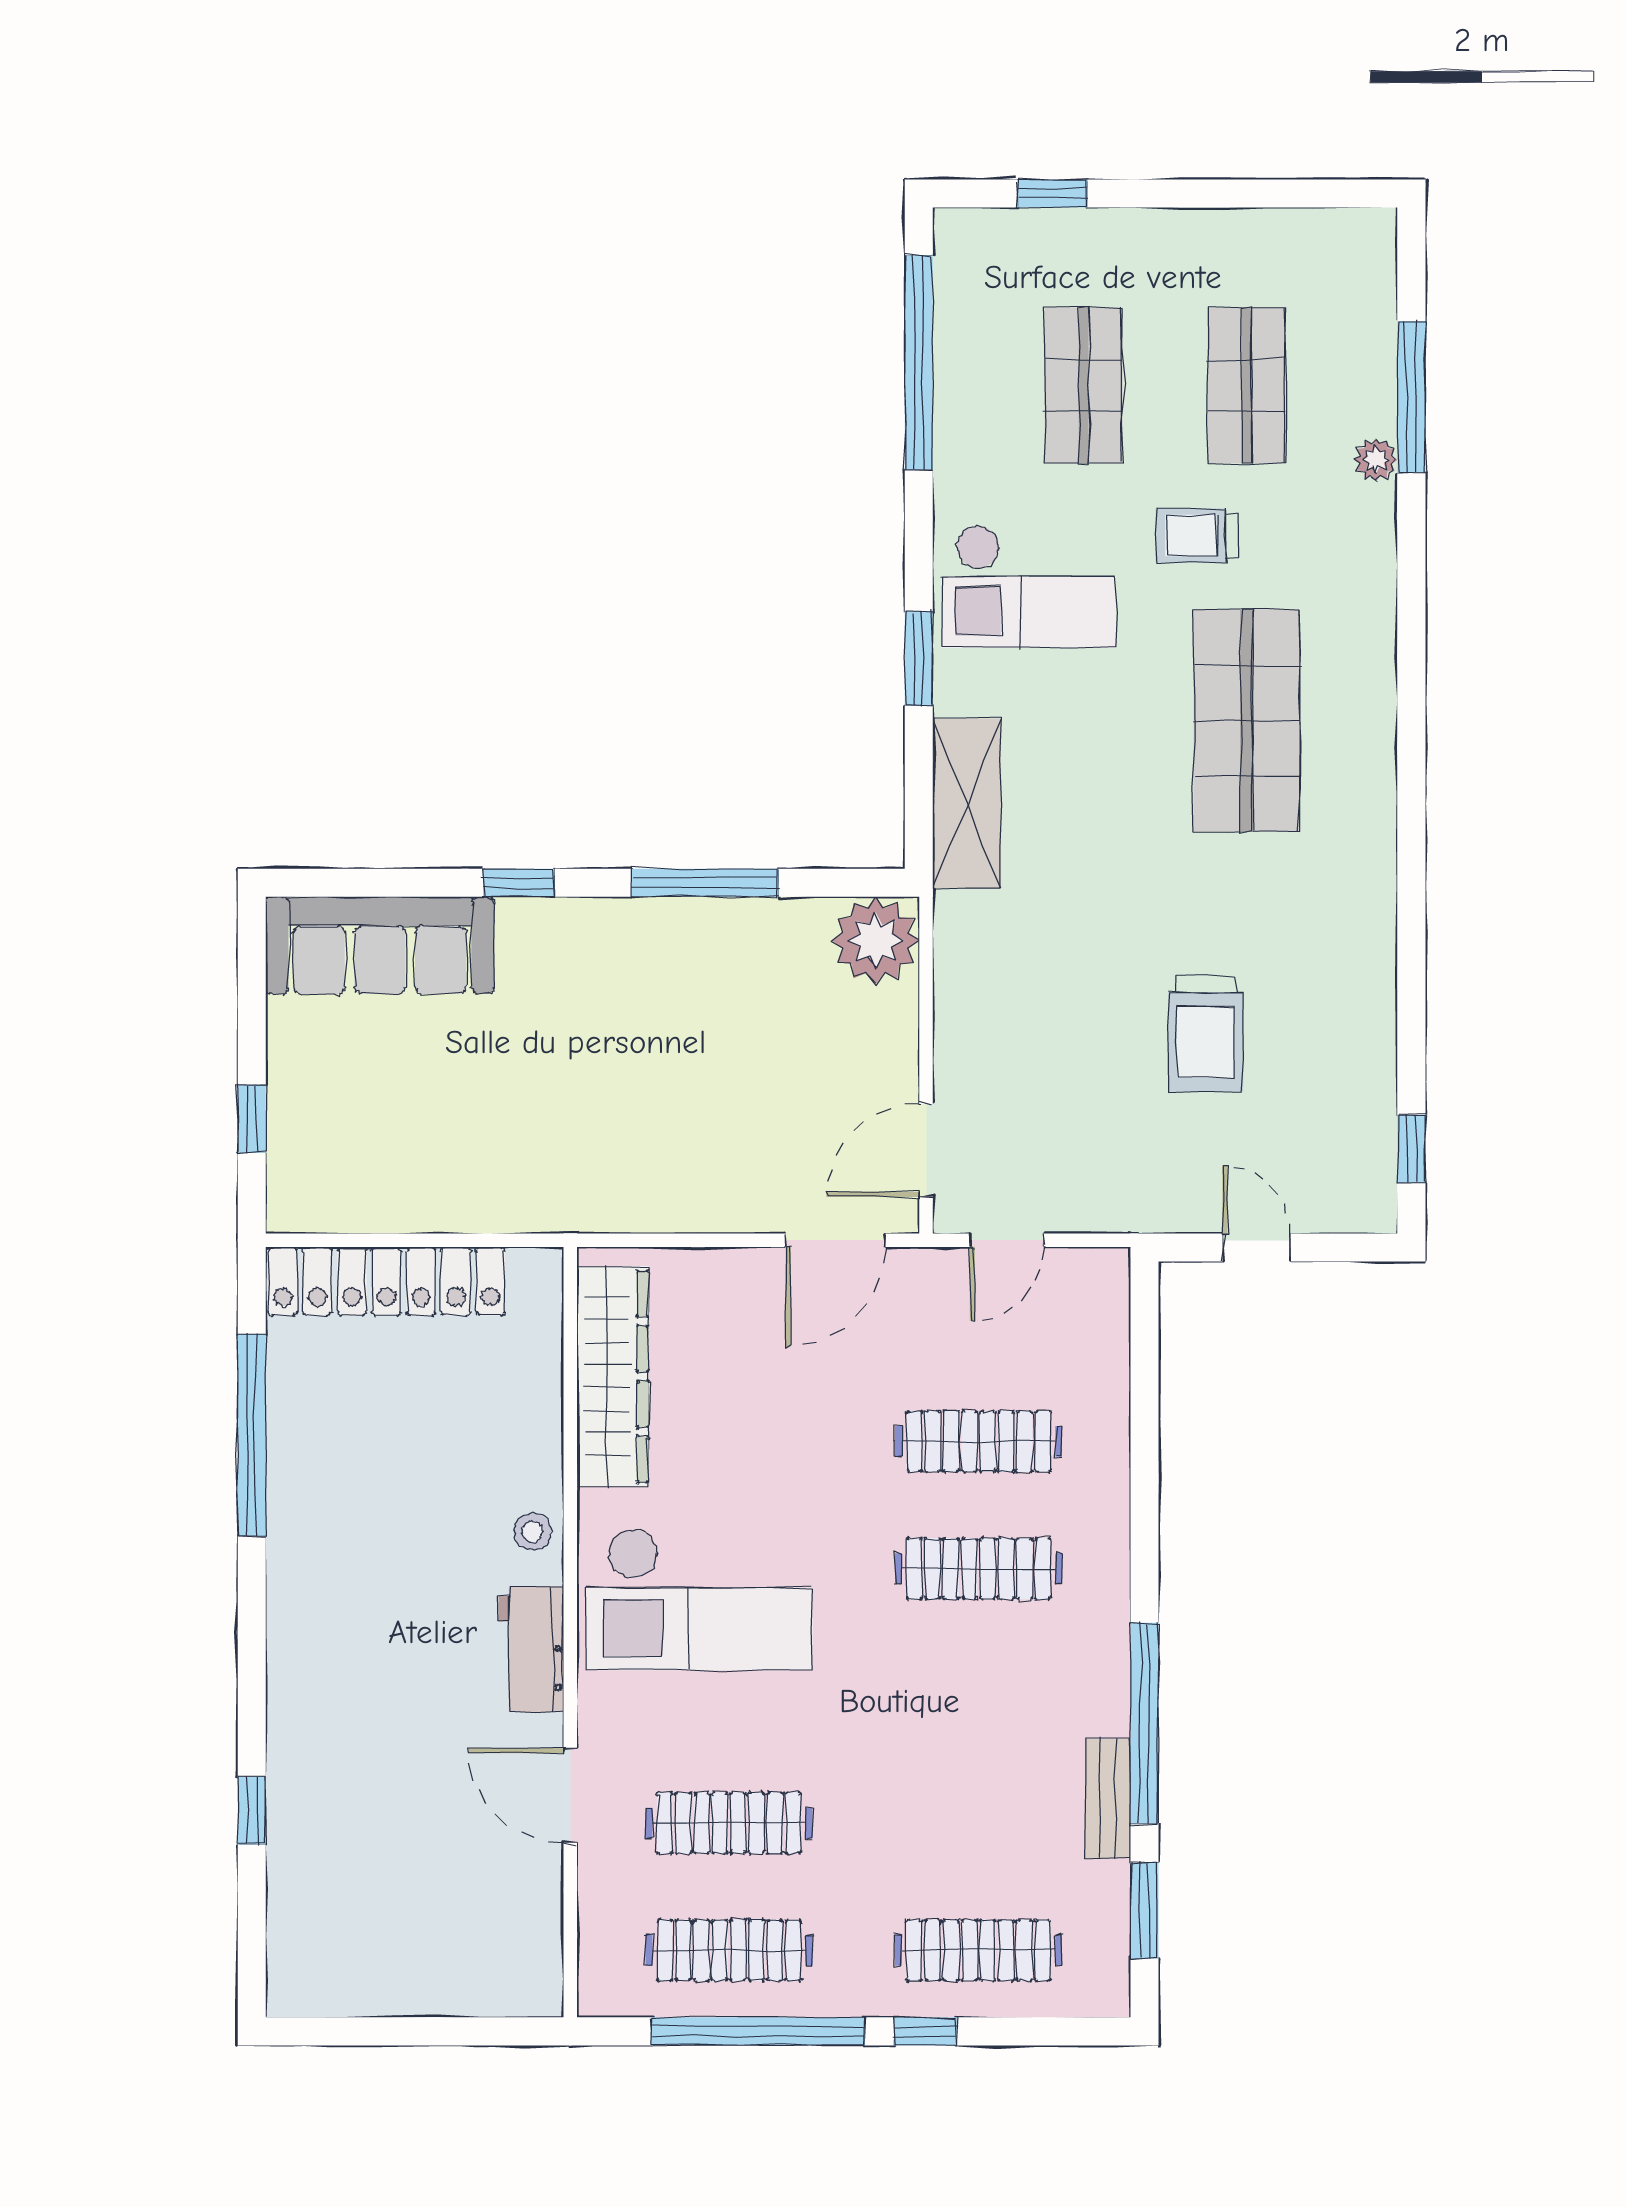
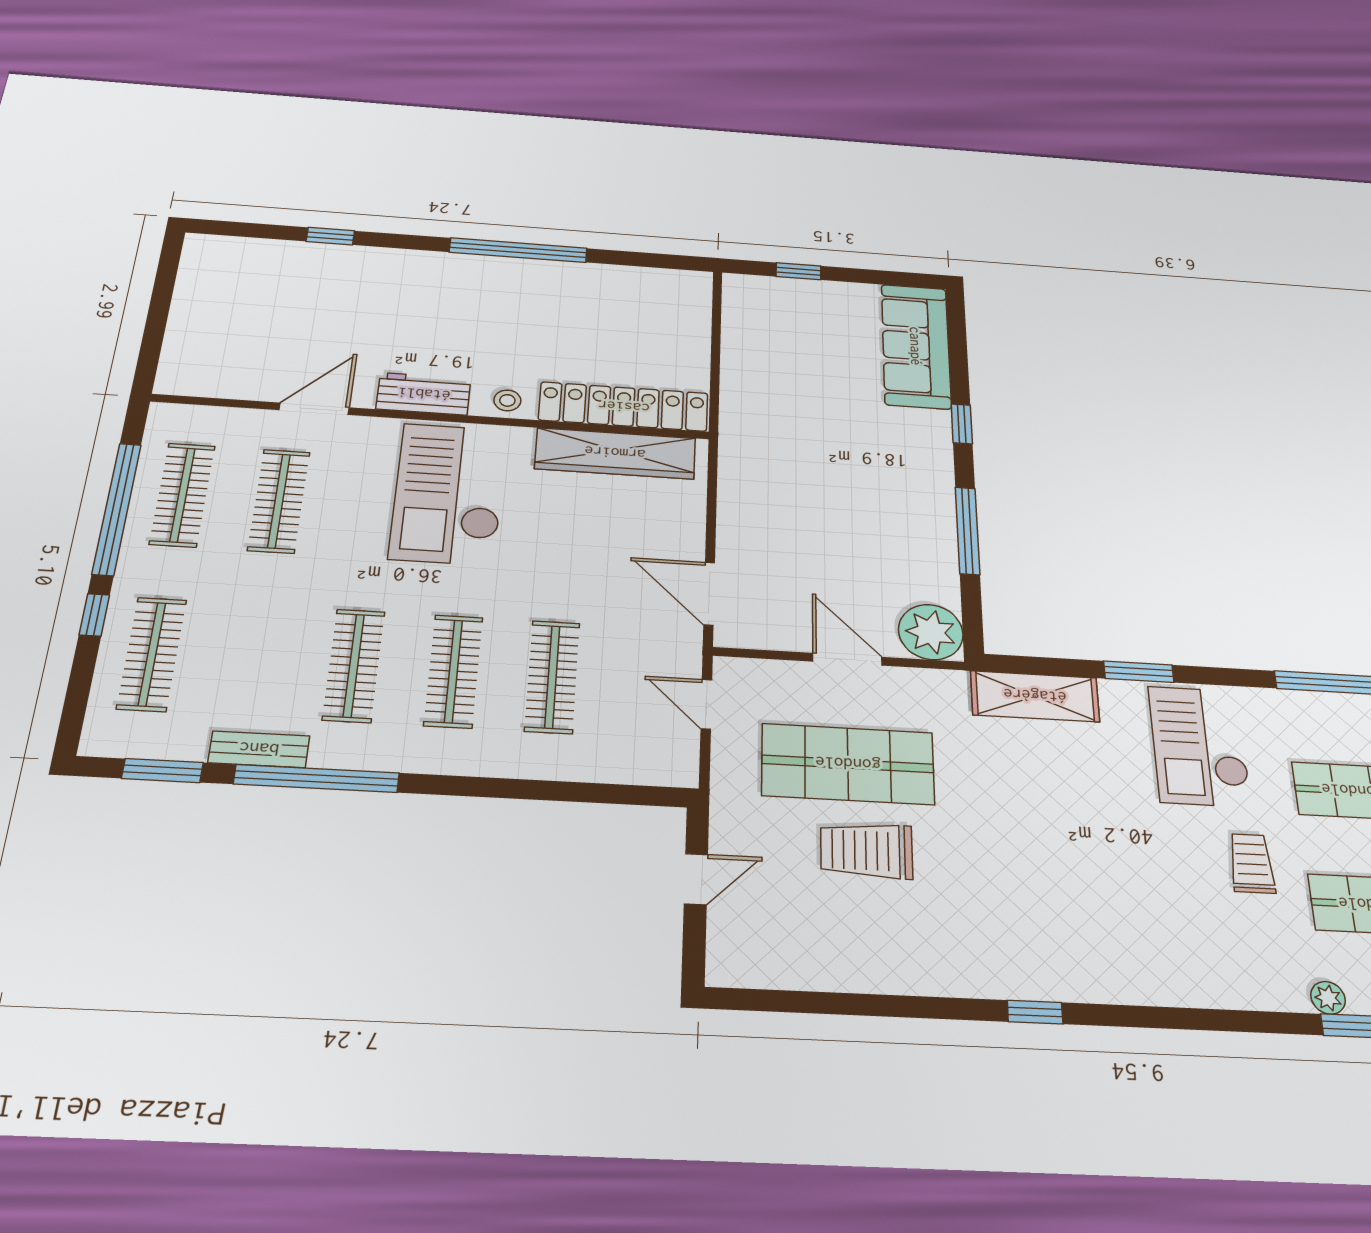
shop shelf: (1247, 720) -> (848, 764), moved
window: (1411, 1149) -> (1035, 1012), moved
door: (926, 1150) -> (847, 659), moved
locker: (387, 1281) -> (624, 407), moved, turned 90
window: (252, 1435) -> (518, 250), moved
clothes rail: (979, 1696) -> (354, 665), added

